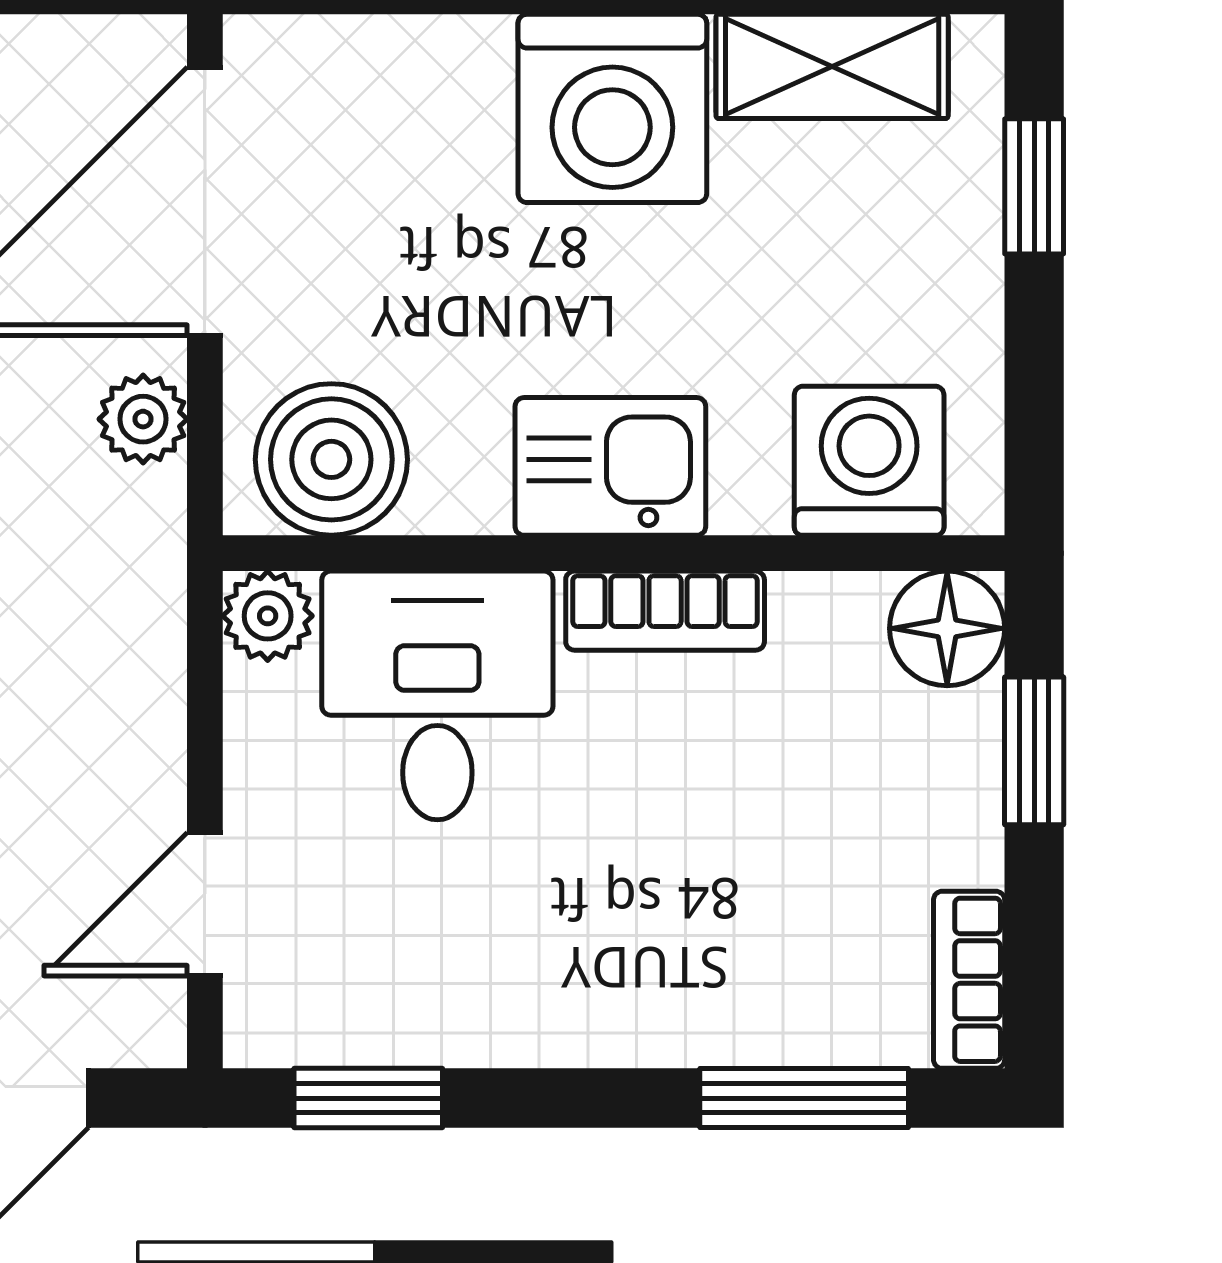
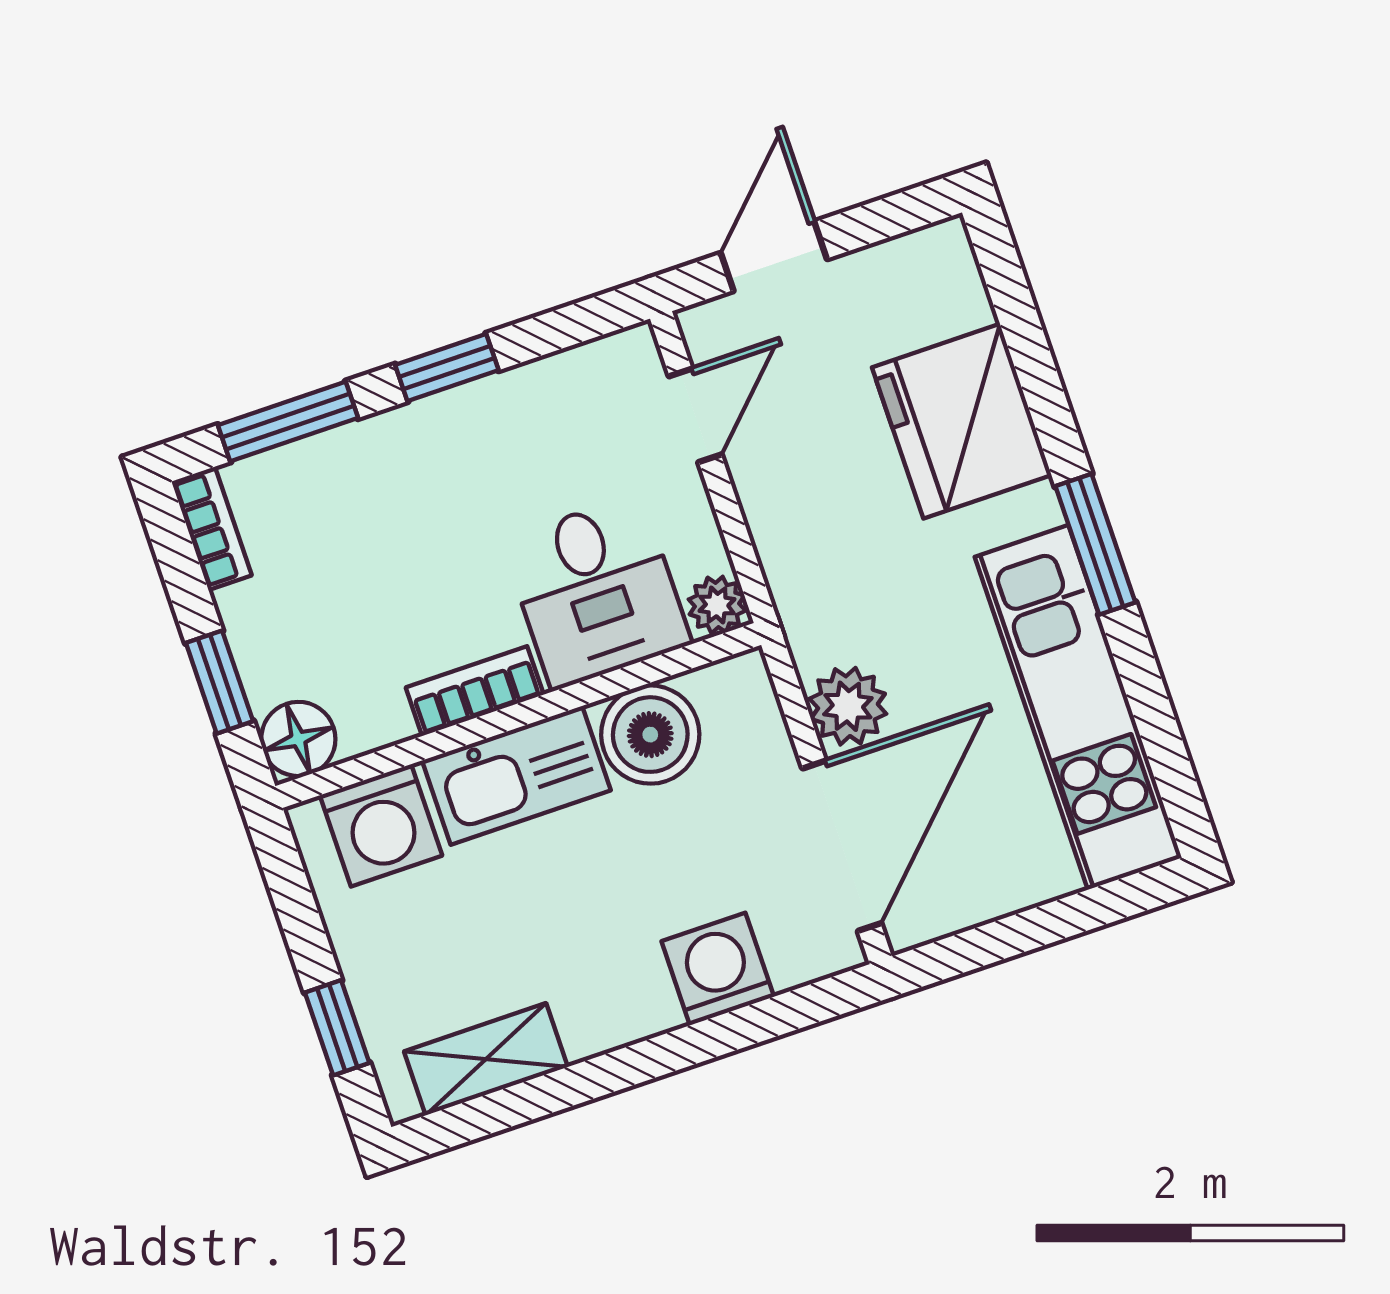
washing machine: (612, 108) -> (718, 969), moved, width x0.73, depth x0.73
plant: (143, 419) -> (848, 706), width x1.38, depth x1.38
boiler: (331, 459) -> (650, 735), moved
kitchen sink: (610, 466) -> (516, 775), width x1.38
window: (368, 1098) -> (447, 367), moved

